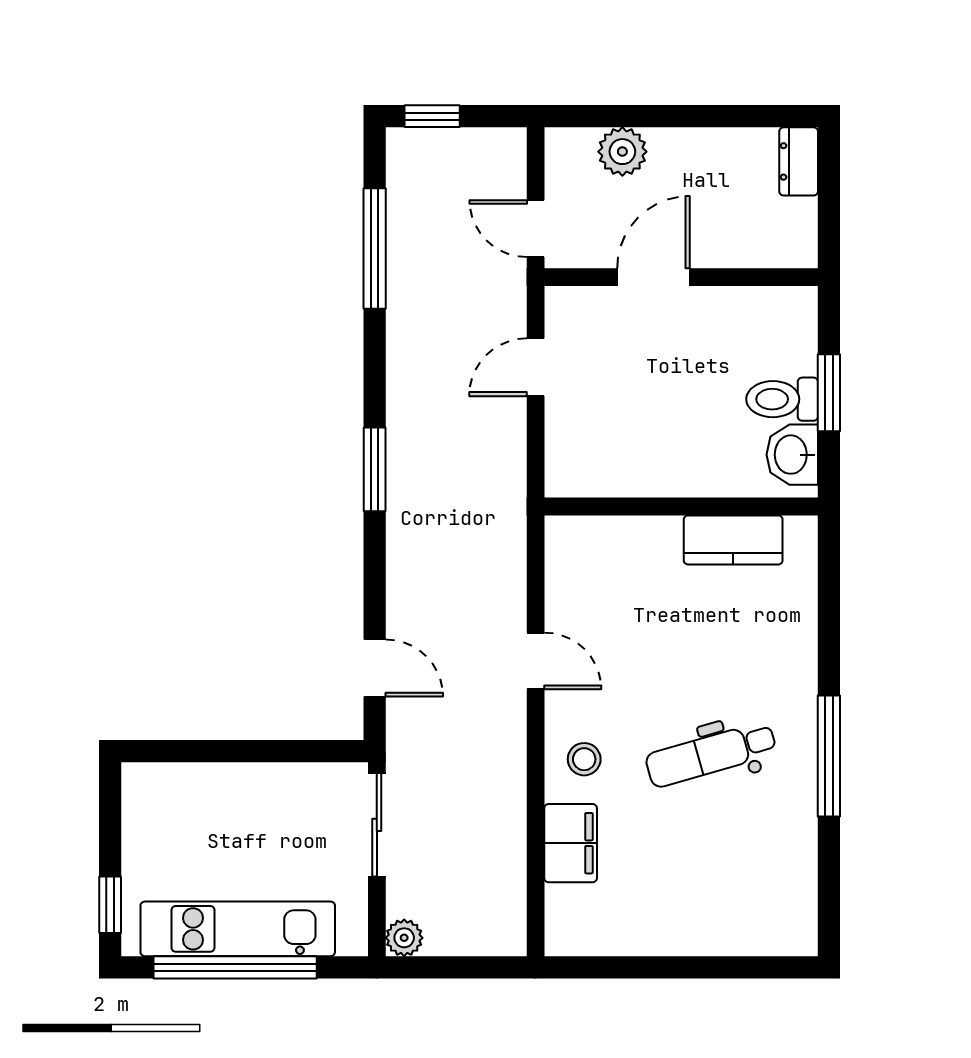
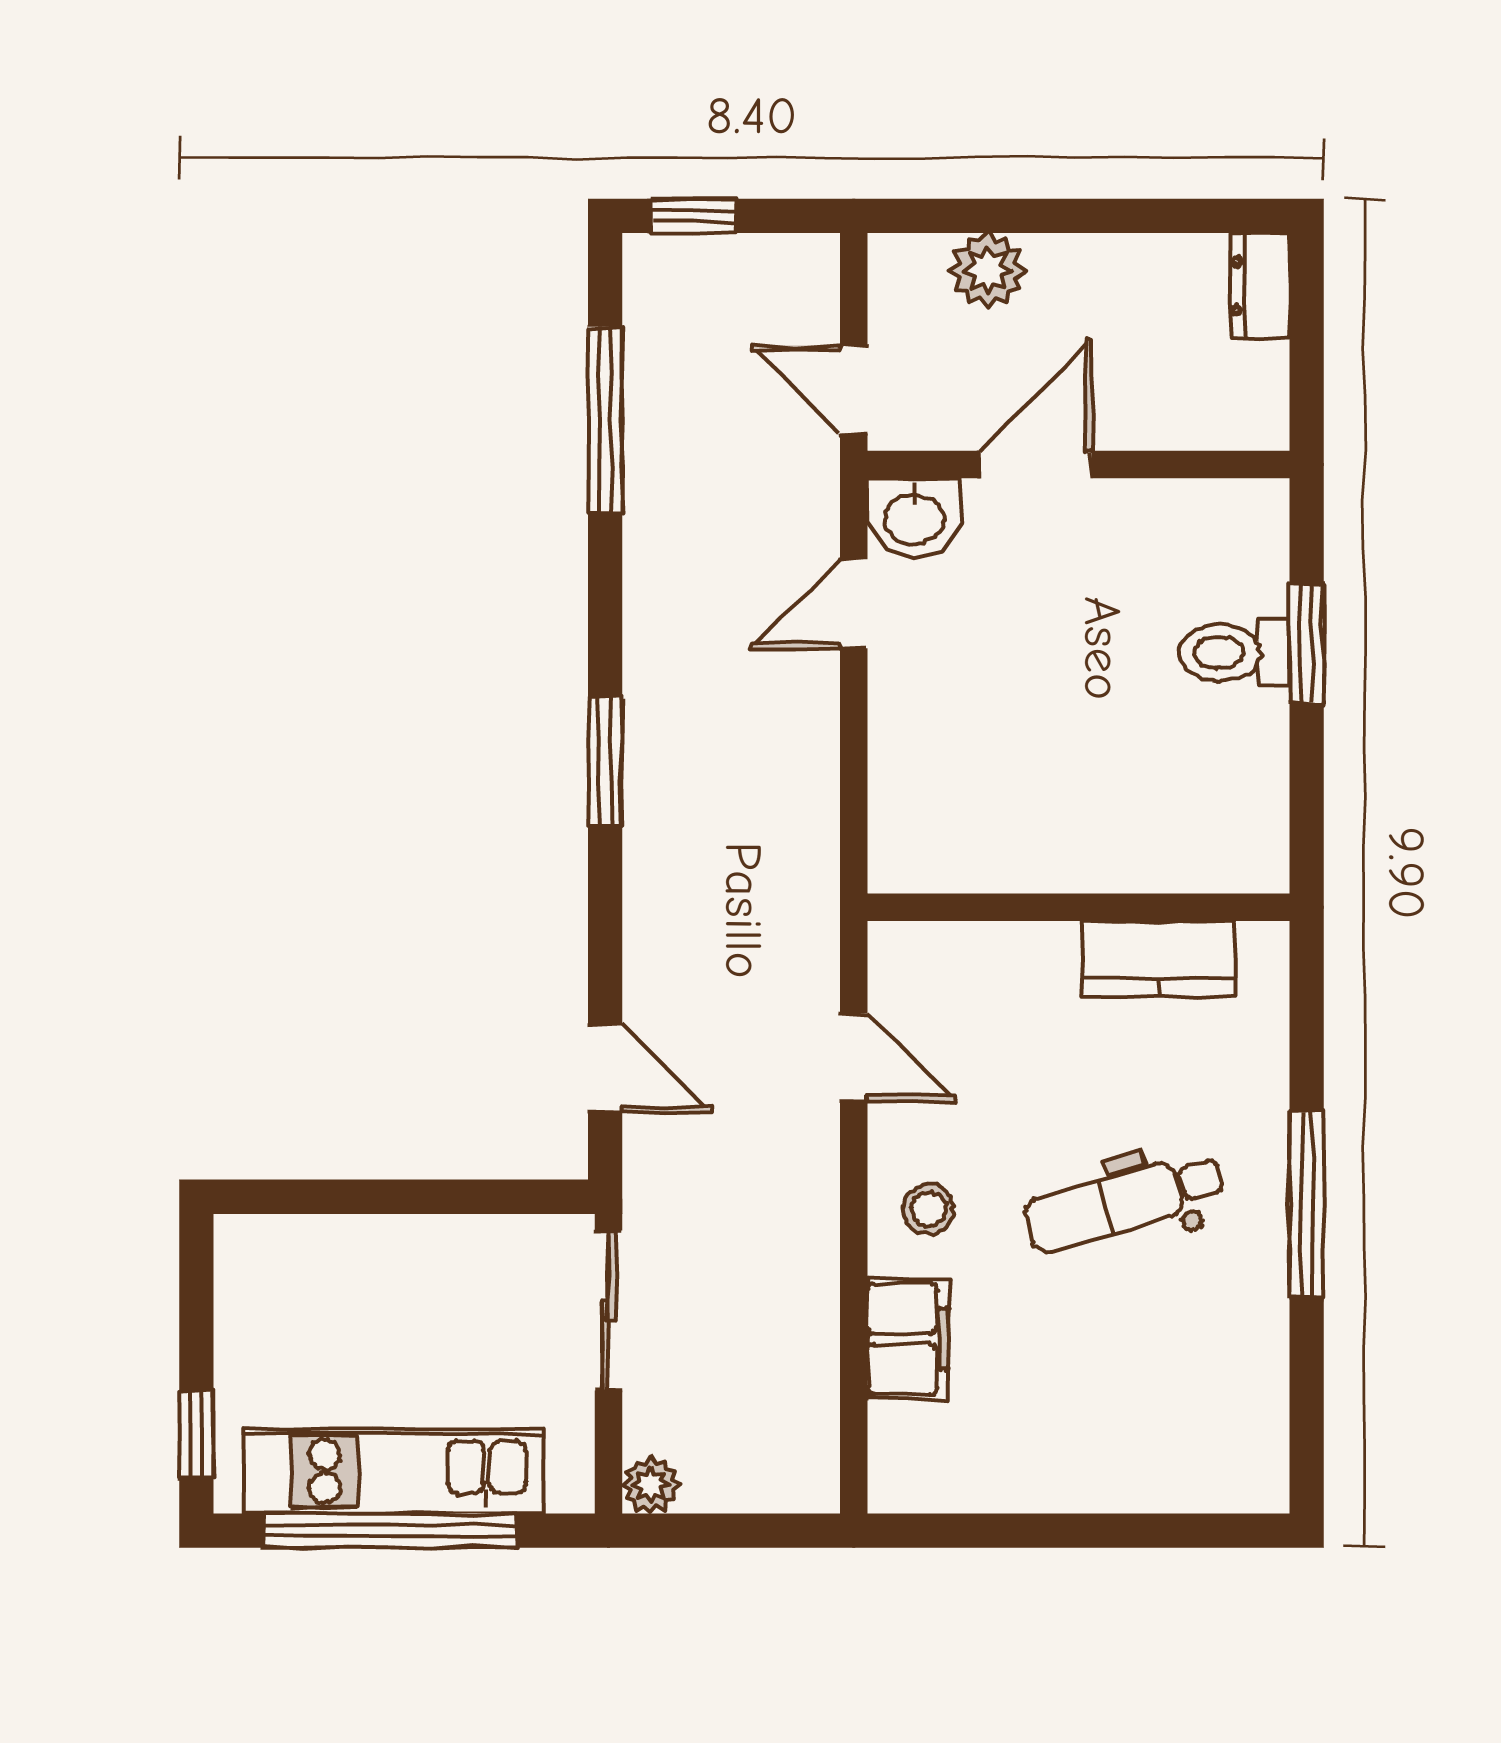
washbasin: (792, 455) -> (914, 518), moved, turned -90
wall: (681, 506) -> (1079, 907), moved
kitchen counter: (733, 540) -> (1159, 959), moved

